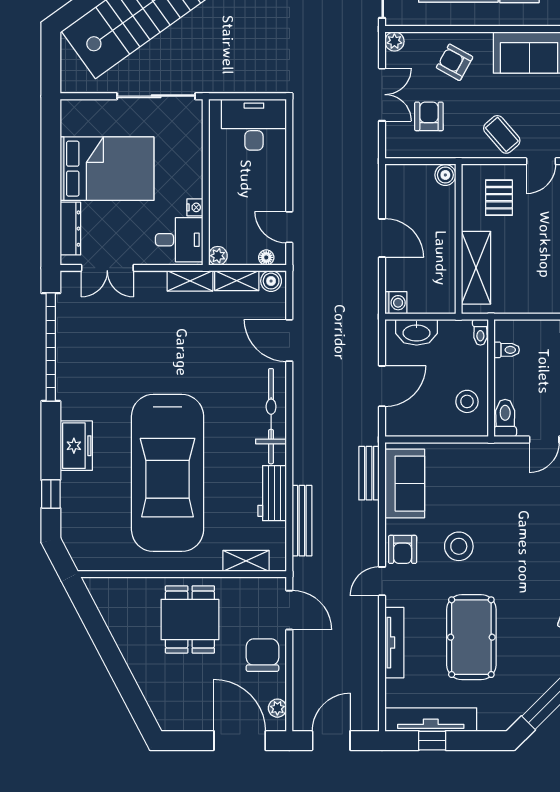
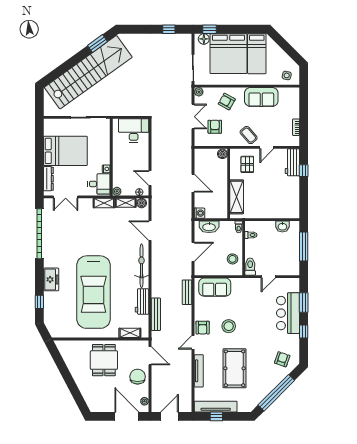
sofa: (405, 484) -> (215, 287), moved, turned 90

